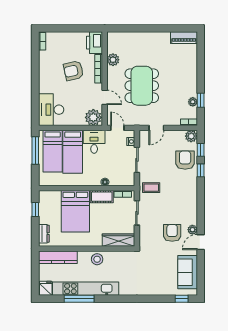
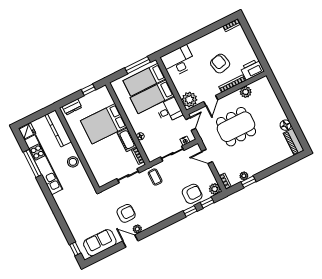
floor lamp: (164, 37) -> (285, 125), added
wardrobe: (119, 240) -> (98, 172), removed

